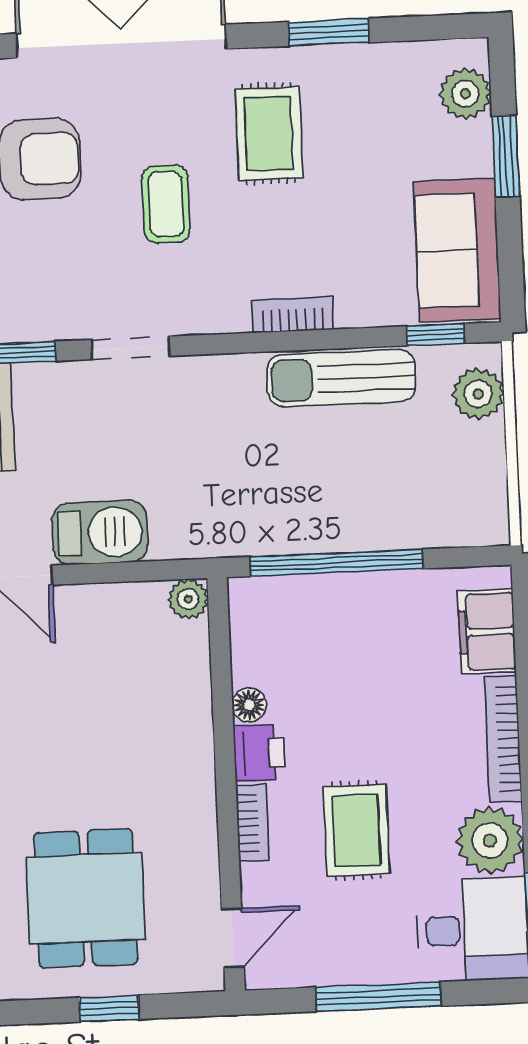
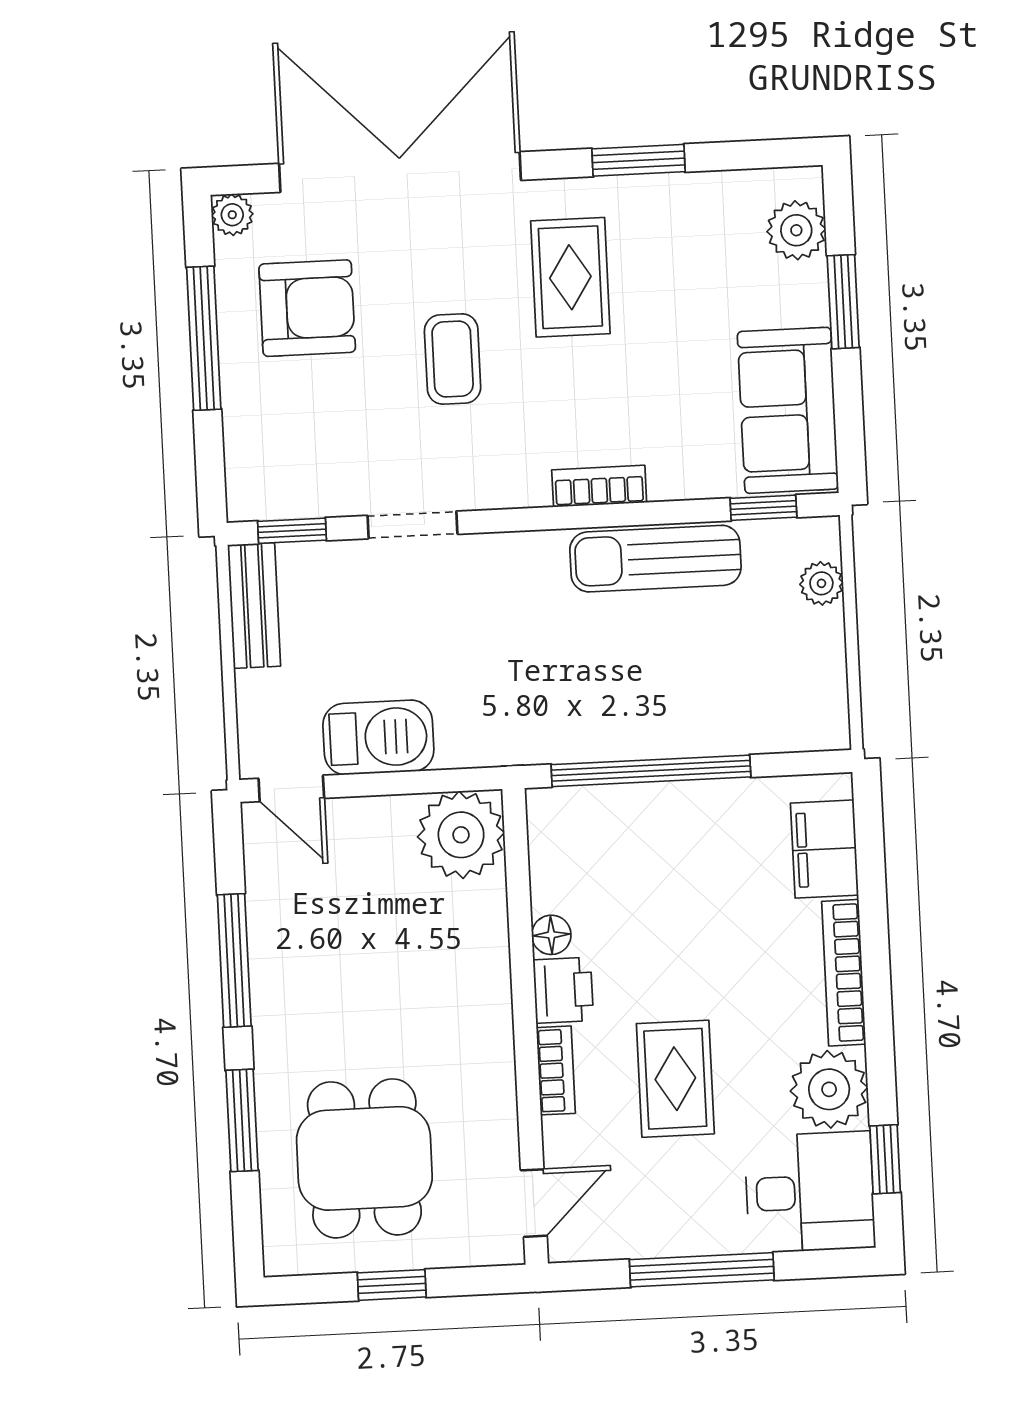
plant: (478, 394) -> (821, 583), width x0.73, depth x0.73
plant: (188, 599) -> (461, 835), width x1.87, depth x1.87

